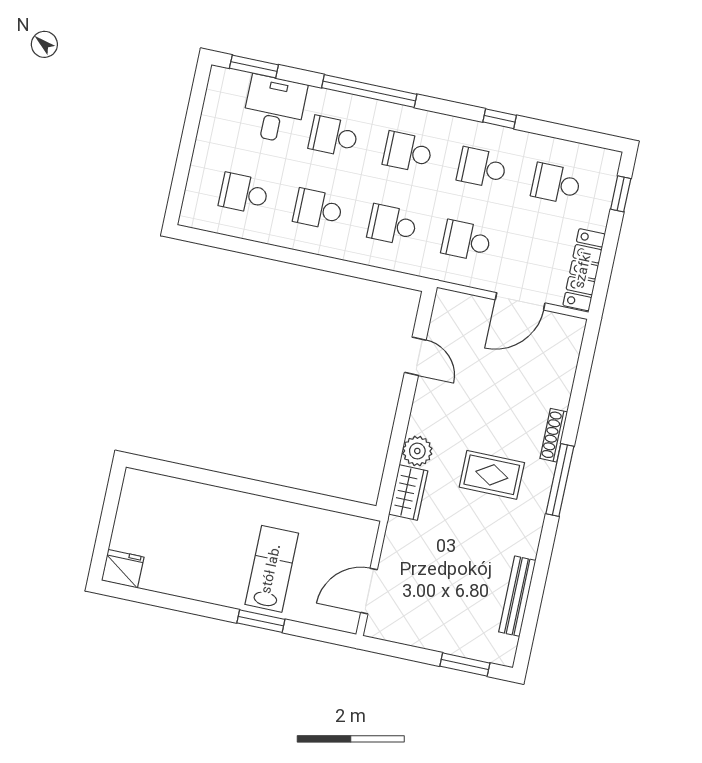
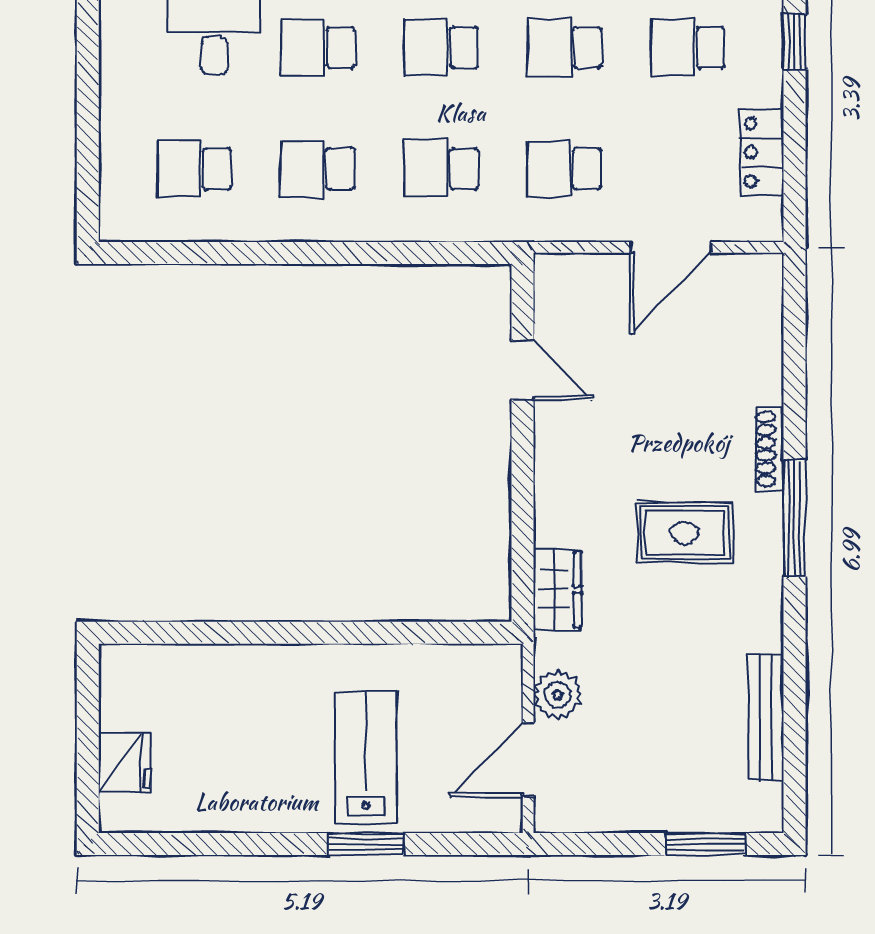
locker: (584, 270) -> (762, 152), width x0.66
plant: (417, 451) -> (558, 695), moved
fridge: (123, 569) -> (124, 762), moved, turned 90

